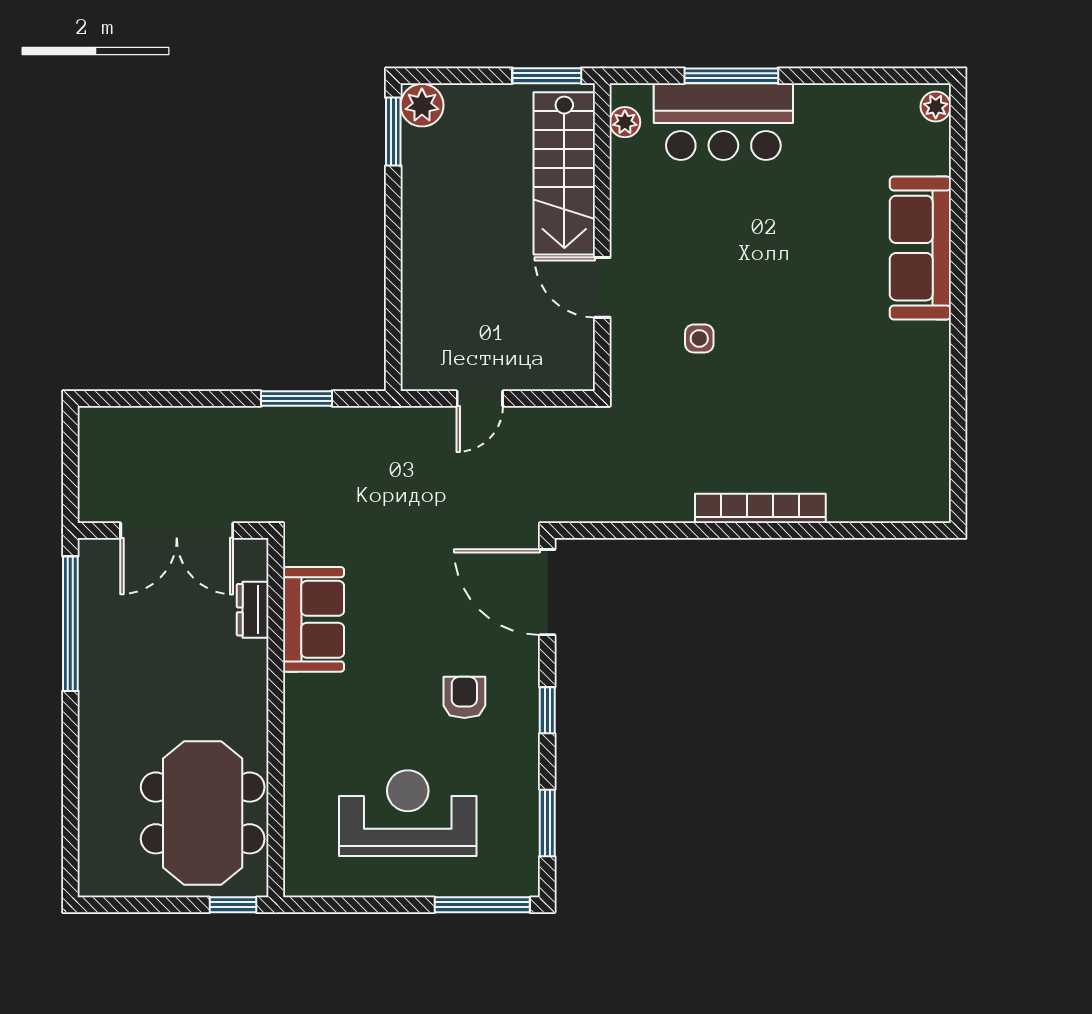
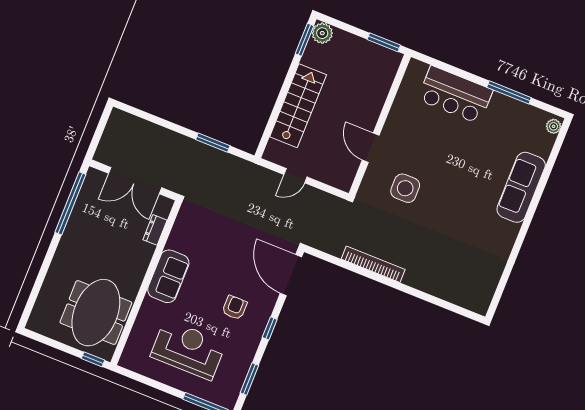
window: (731, 76) -> (509, 92), moved
plant: (625, 122) -> (411, 77), removed
stairs: (564, 173) -> (298, 106), moved, turned 180
side table: (699, 338) -> (405, 188), width x1.87, depth x1.87
bookcase: (760, 508) -> (373, 264), moved
sofa: (314, 619) -> (168, 276), moved

